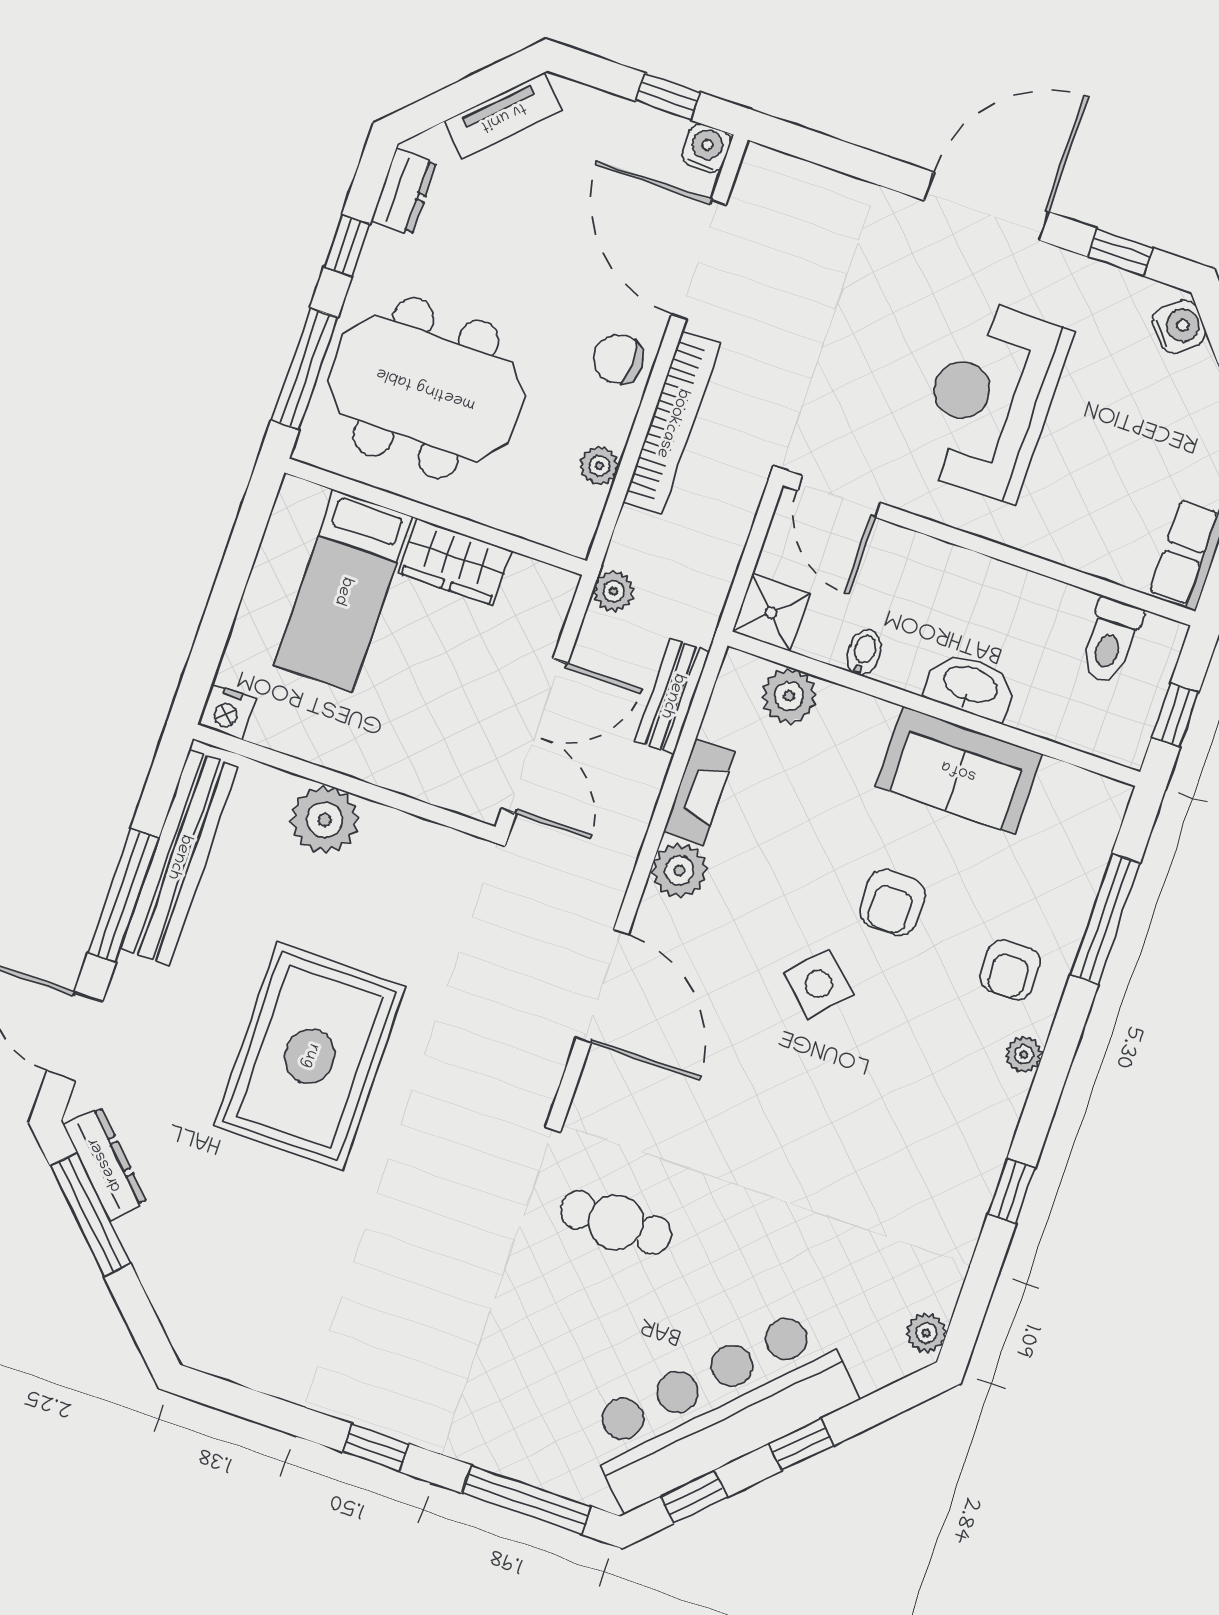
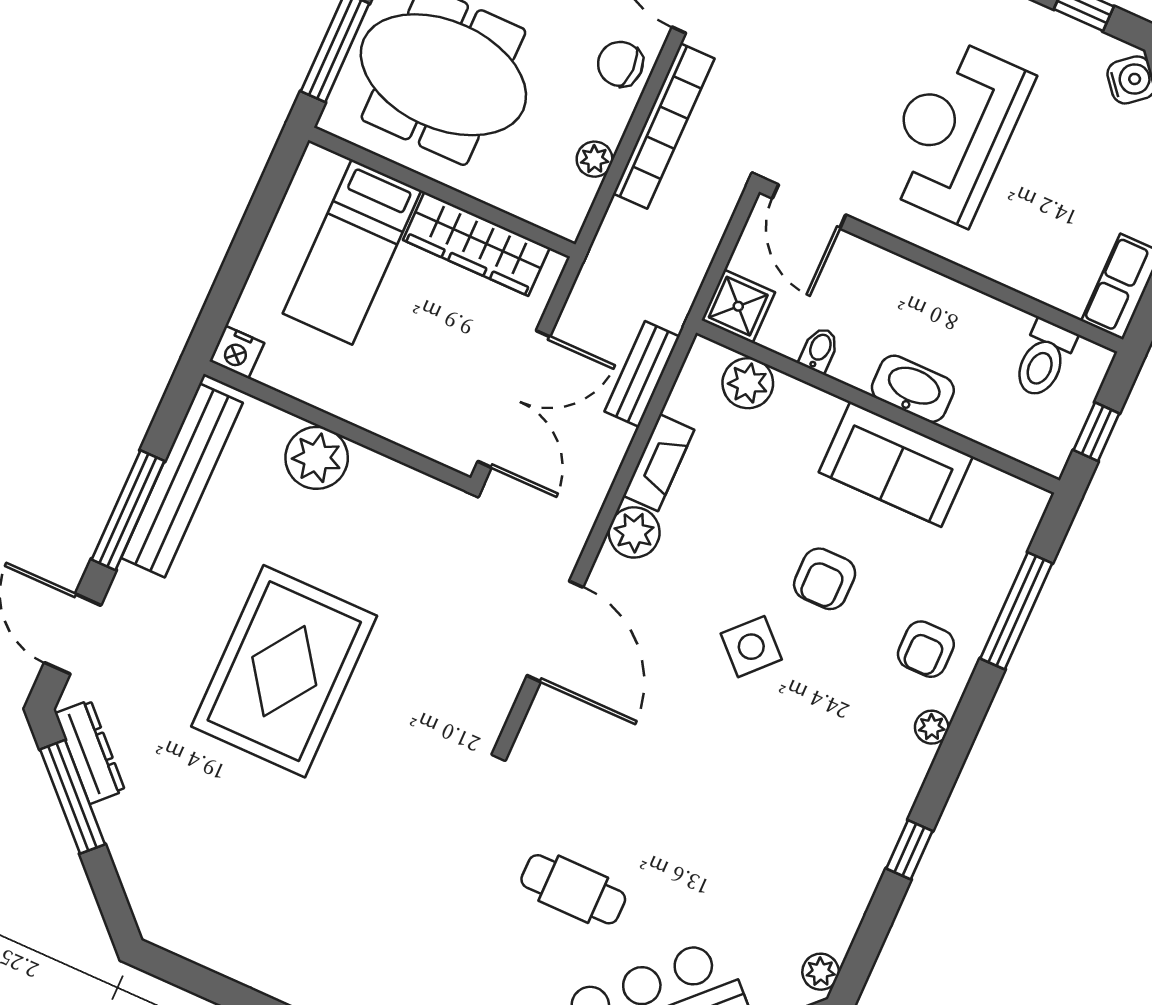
wardrobe: (455, 562) -> (476, 244), width x1.50
plant: (614, 591) -> (597, 274), removed
cafe table: (616, 1222) -> (573, 889), moved

